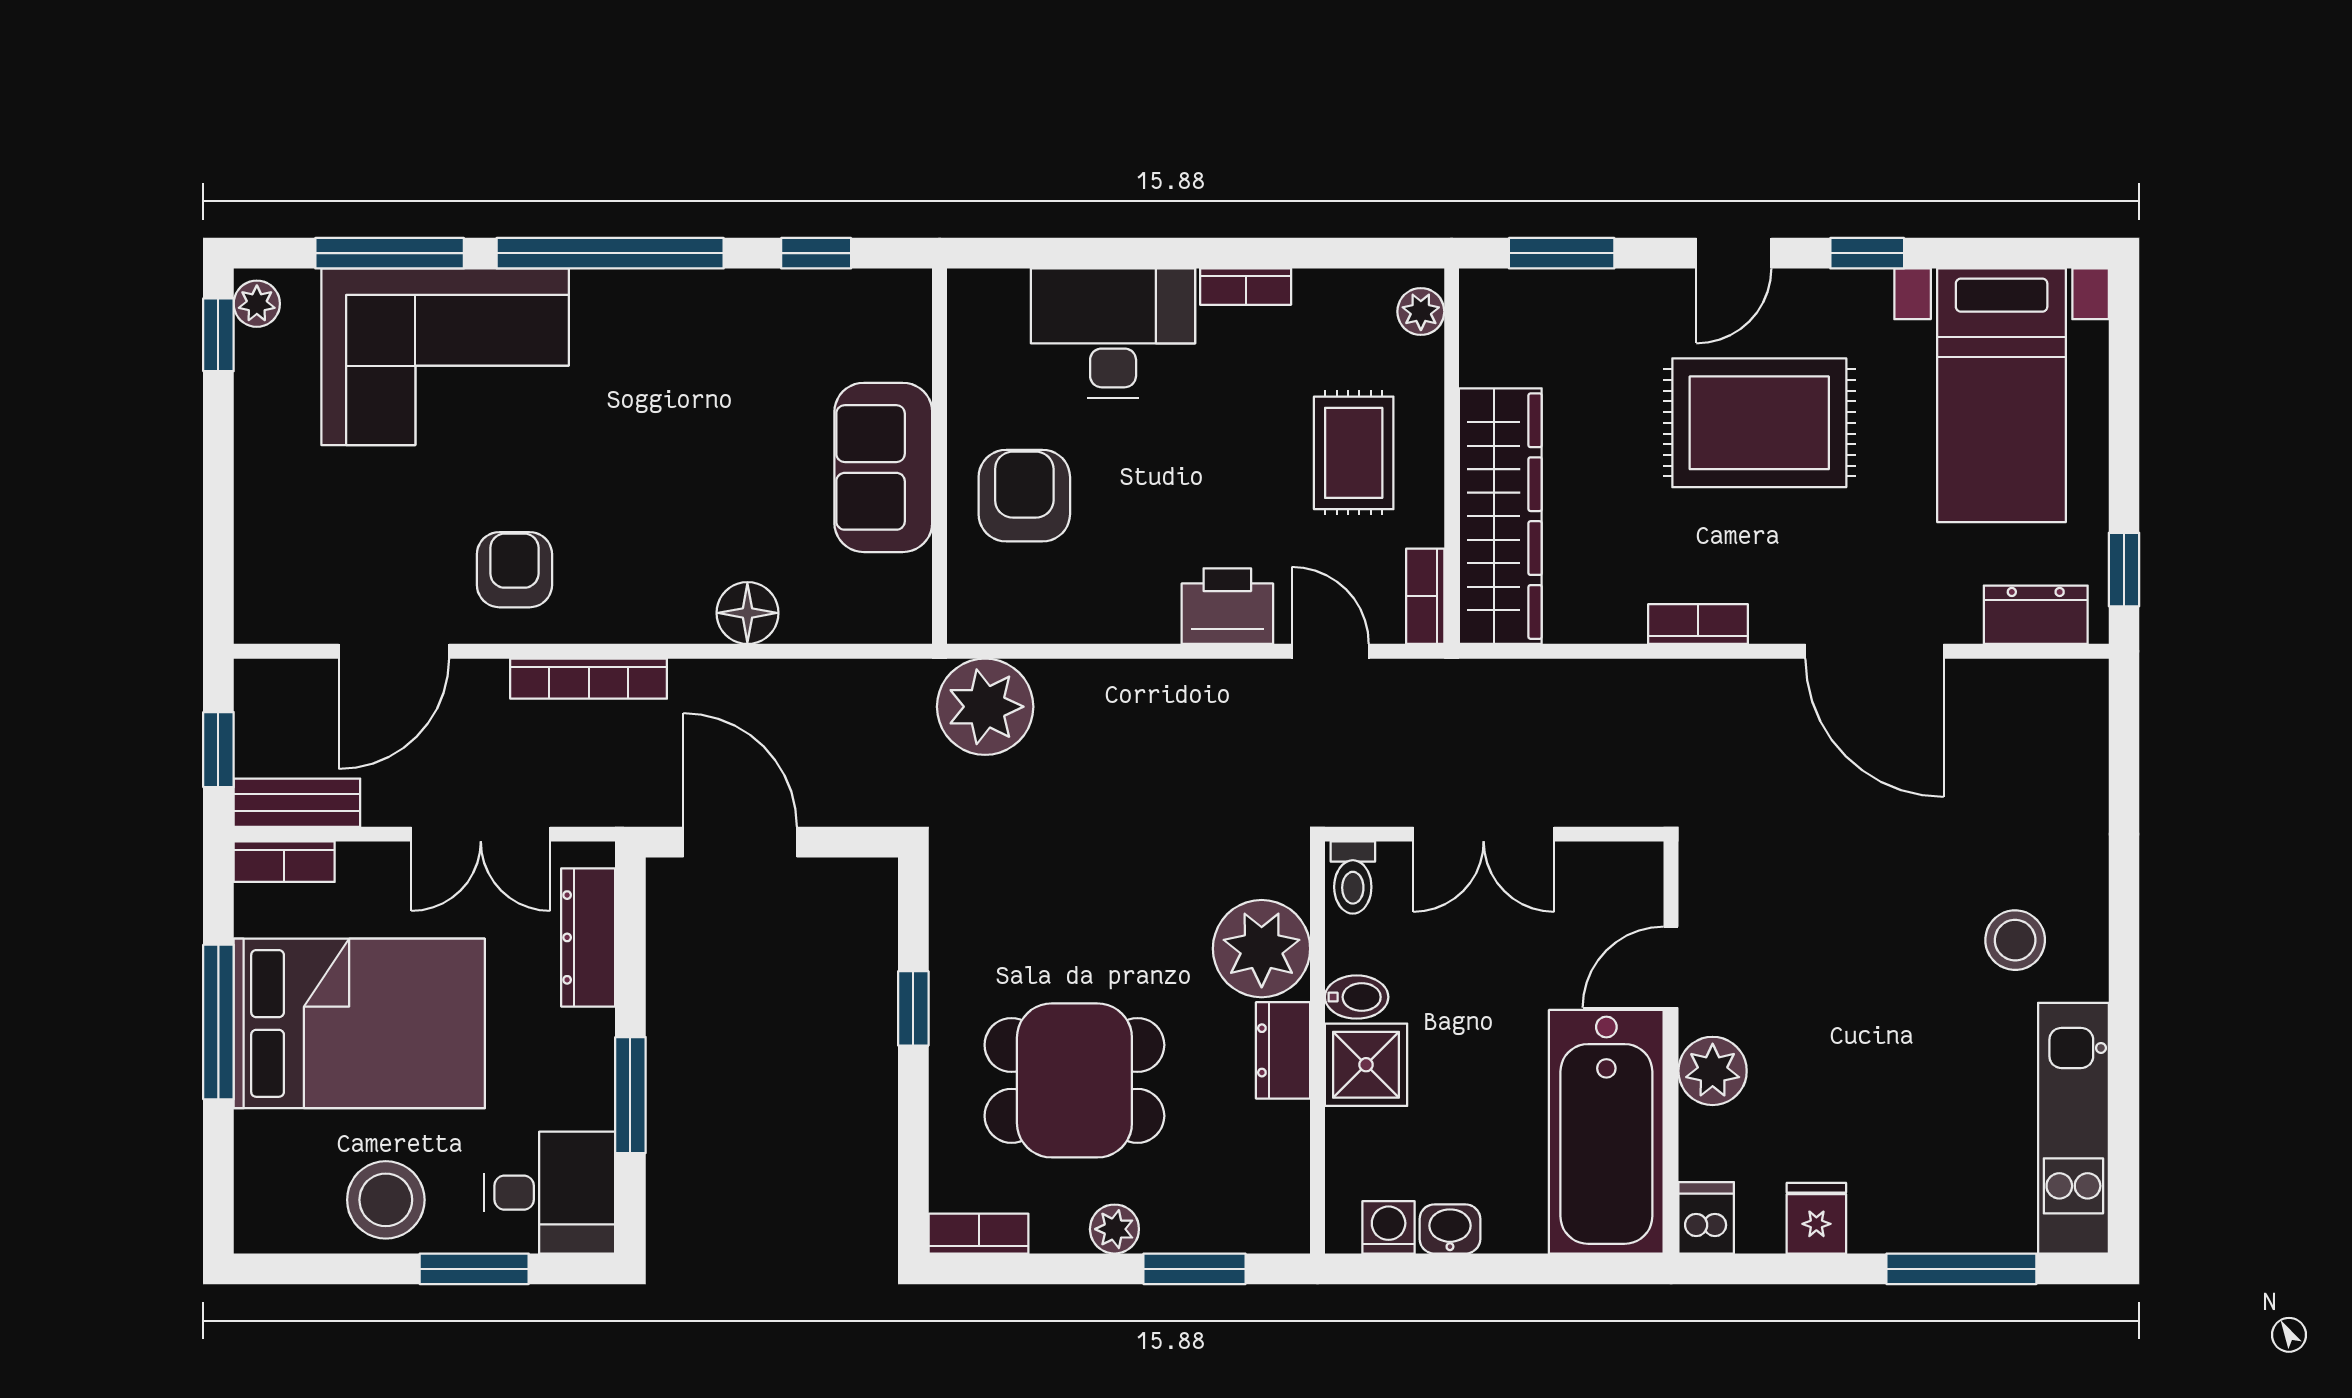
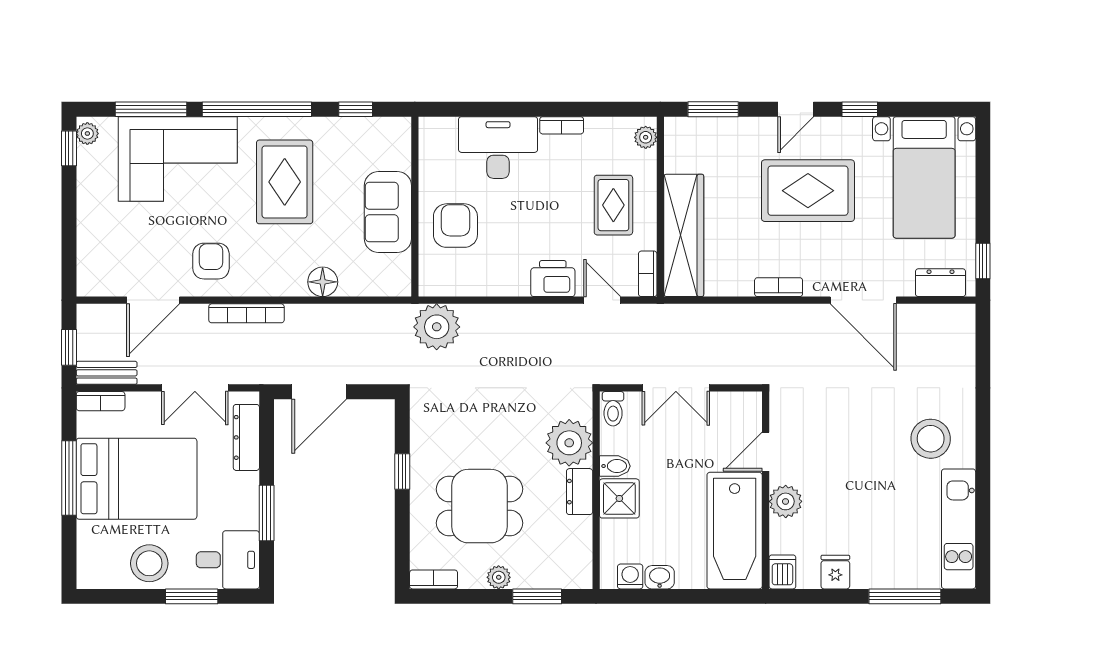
rug: (668, 405) -> (285, 182), added
door: (740, 842) -> (319, 392), swing flipped
stool: (2015, 940) -> (931, 439), width x1.38, depth x1.38

